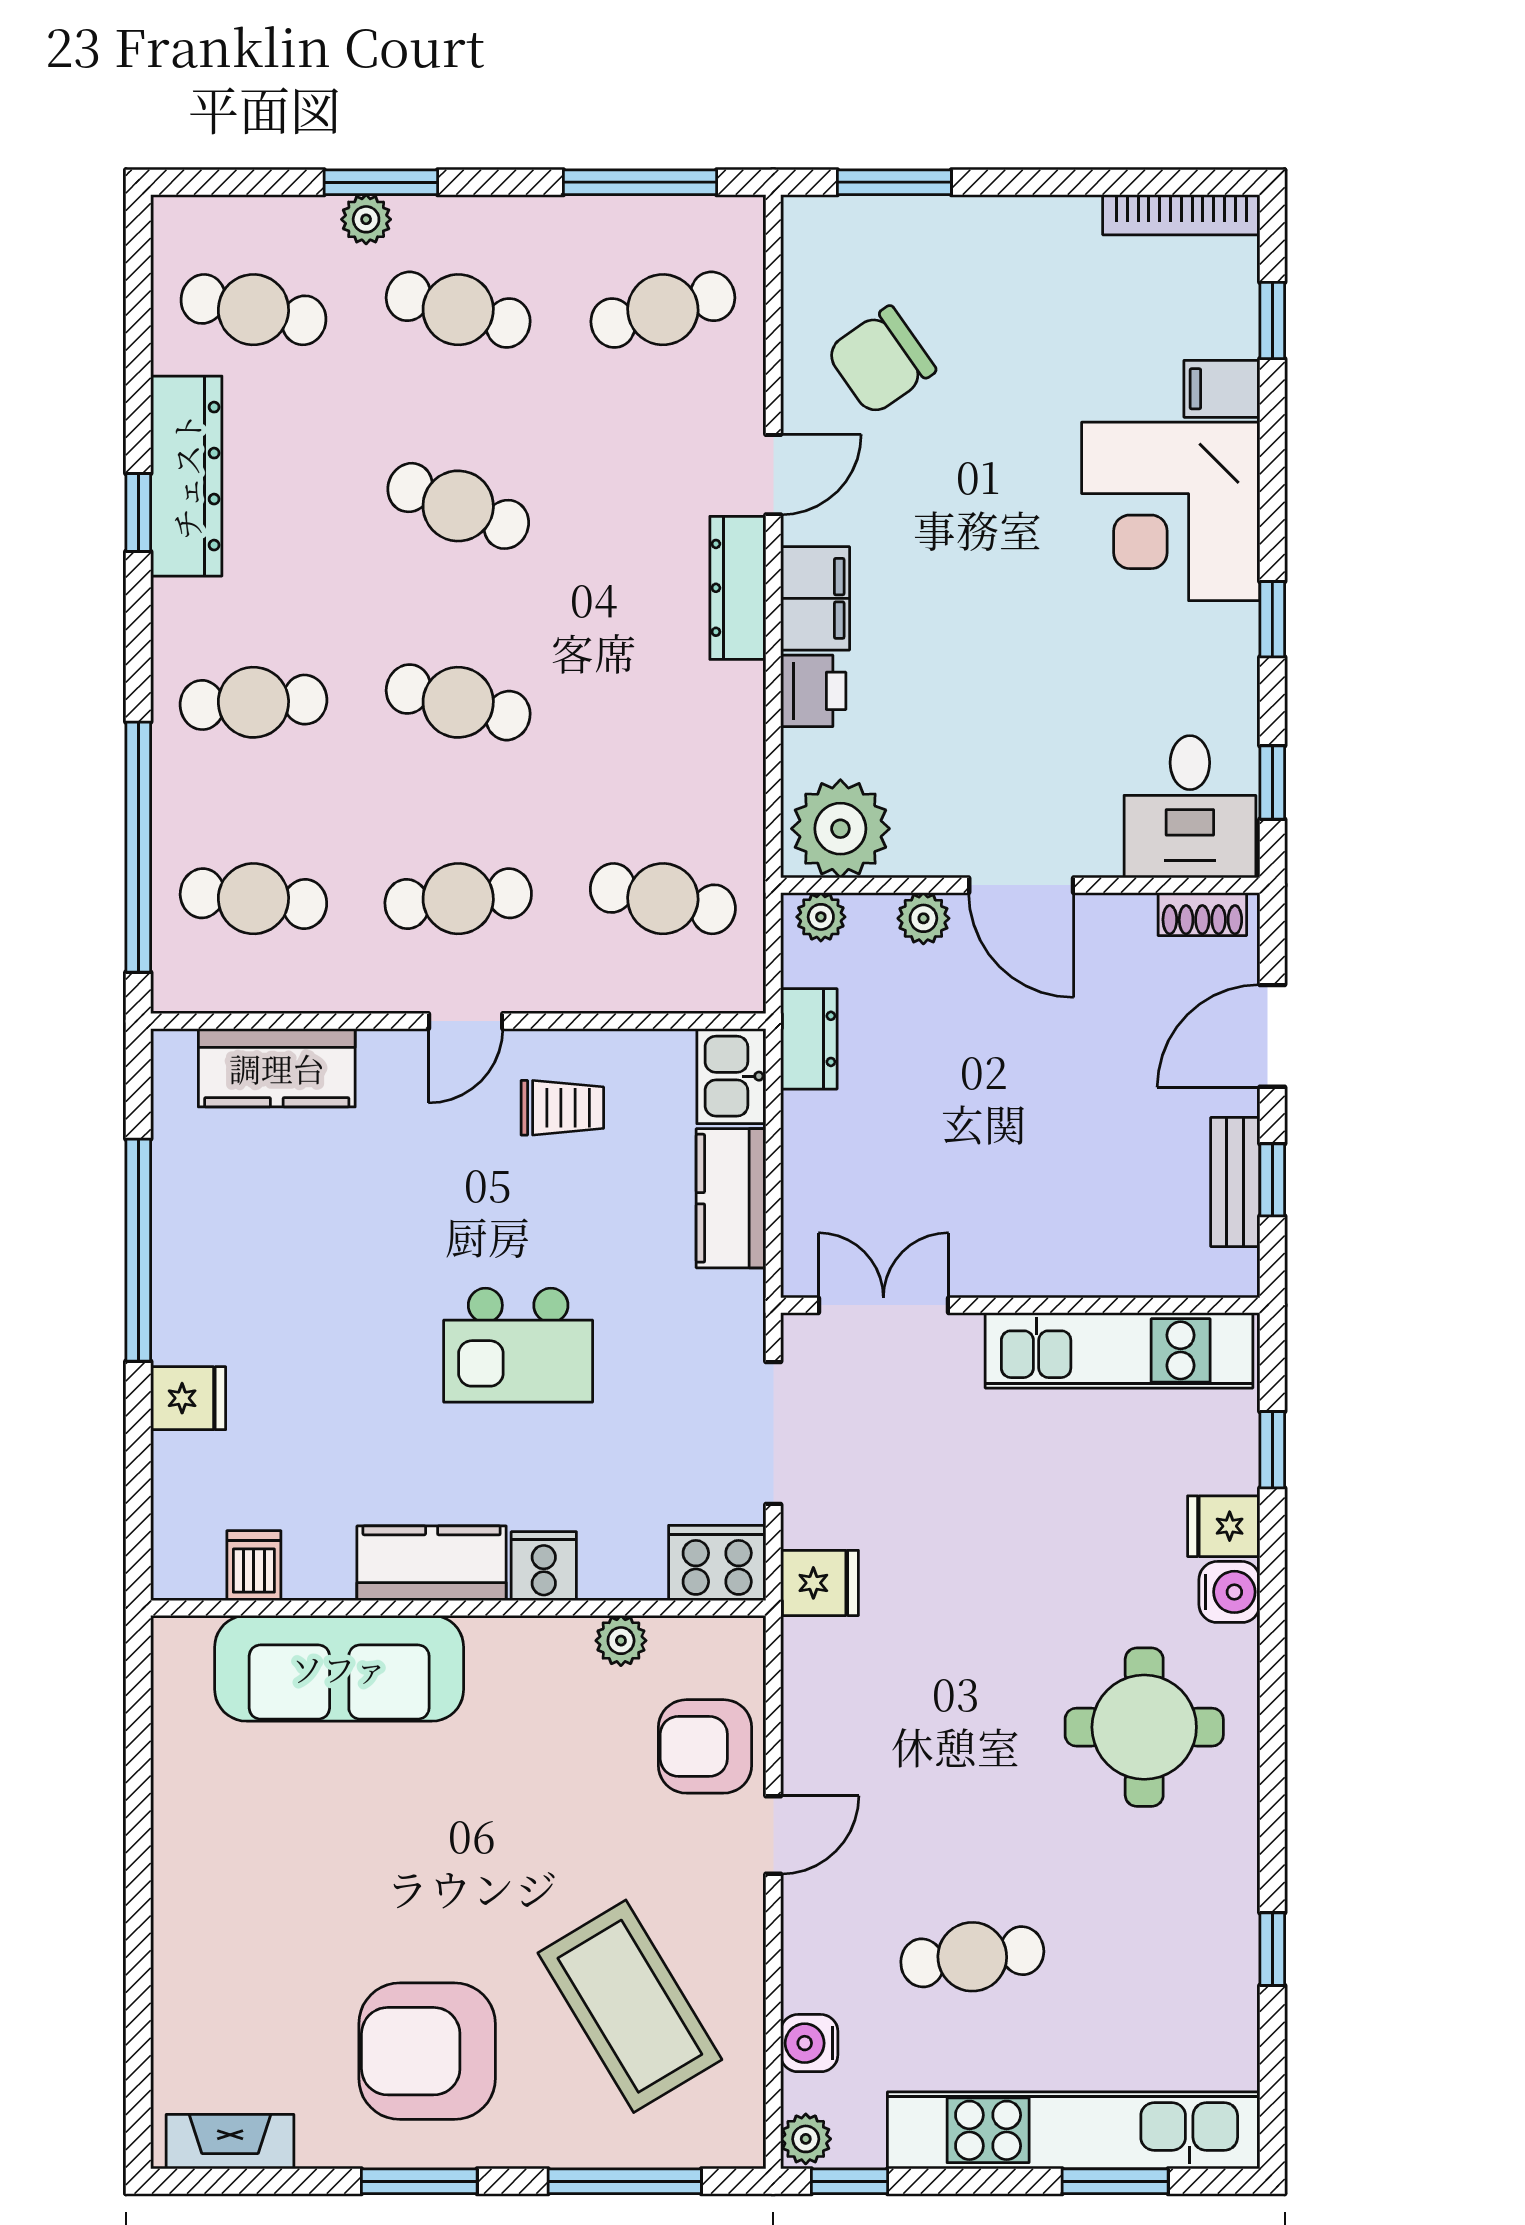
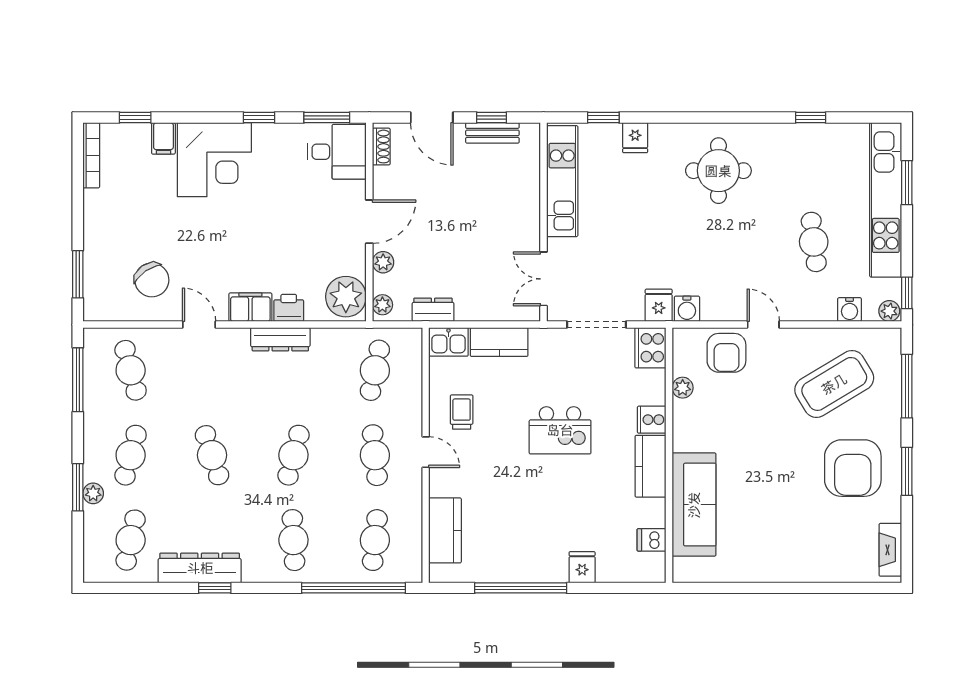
cafe table: (458, 506) -> (212, 455), turned -39
dresser: (738, 588) -> (280, 339), moved
window: (1272, 782) -> (327, 118), width x1.50
kitchen island: (518, 1345) -> (560, 430), turned 90
water cooler: (1229, 1592) -> (687, 309), moved, turned 180

